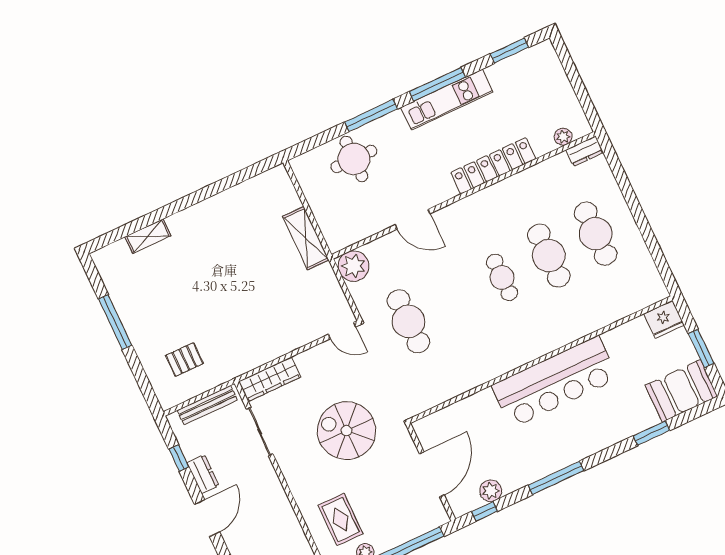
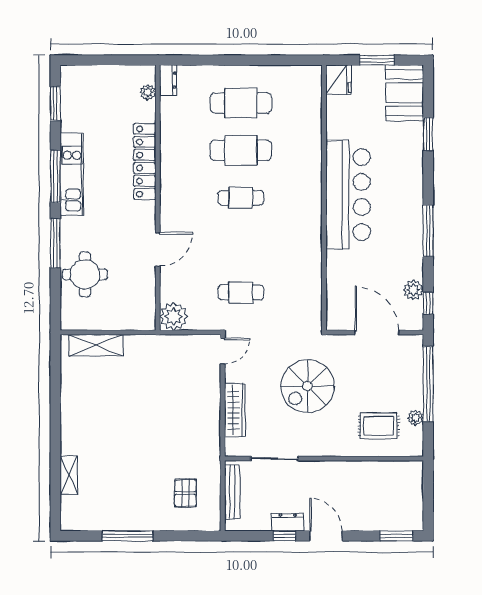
shelving: (306, 238) -> (96, 345), moved
cafe table: (408, 321) -> (241, 292), width x0.73, depth x0.74
wardrobe: (270, 379) -> (235, 410), moved
window: (179, 458) -> (284, 536), moved

